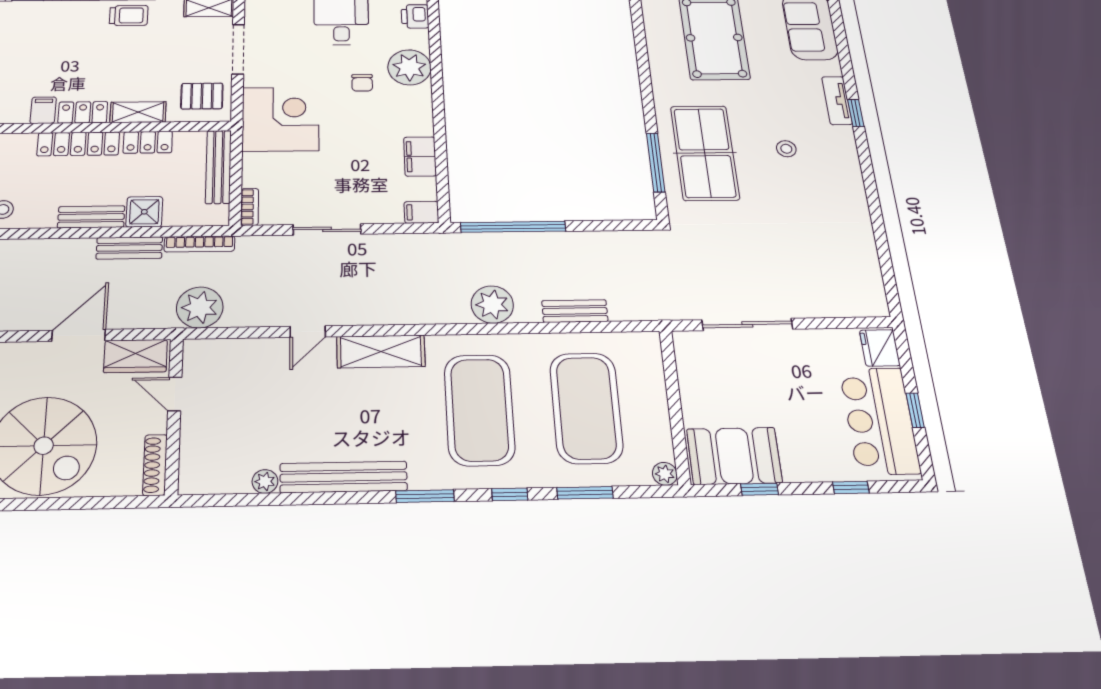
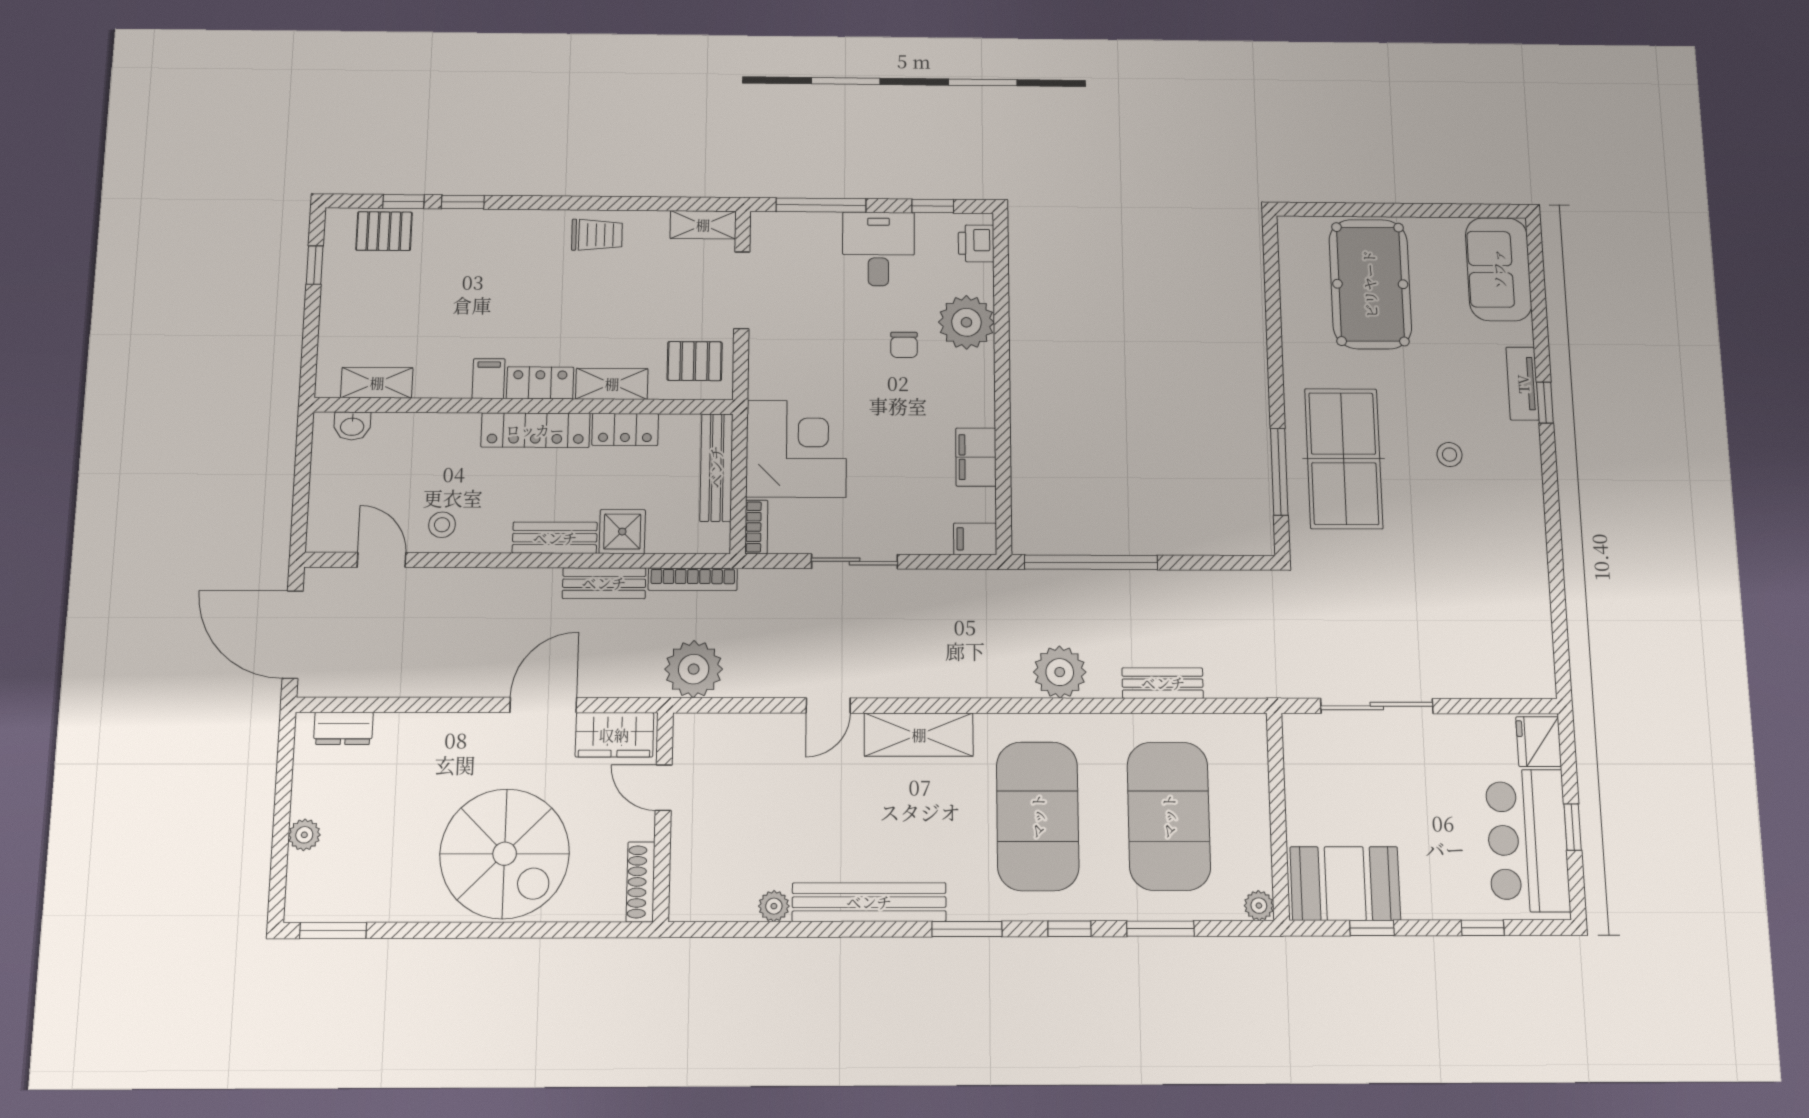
corner desk: (281, 119) -> (796, 449), moved

